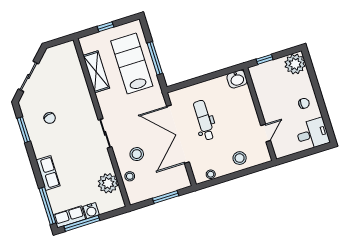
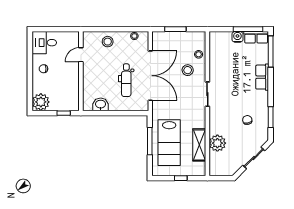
washbasin: (237, 79) -> (101, 104), moved
plant: (108, 183) -> (217, 143), moved

